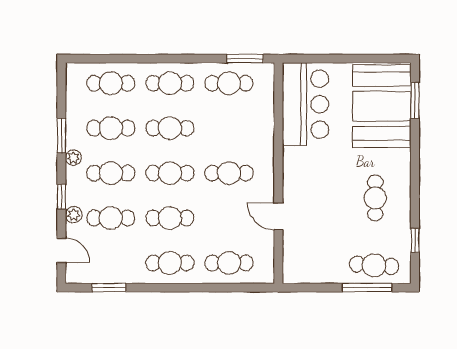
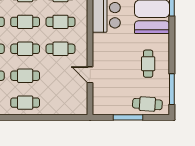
window: (415, 240) -> (172, 89), width x2.17
cafe table: (229, 263) -> (61, 22), moved
window: (367, 288) -> (128, 117), moved

